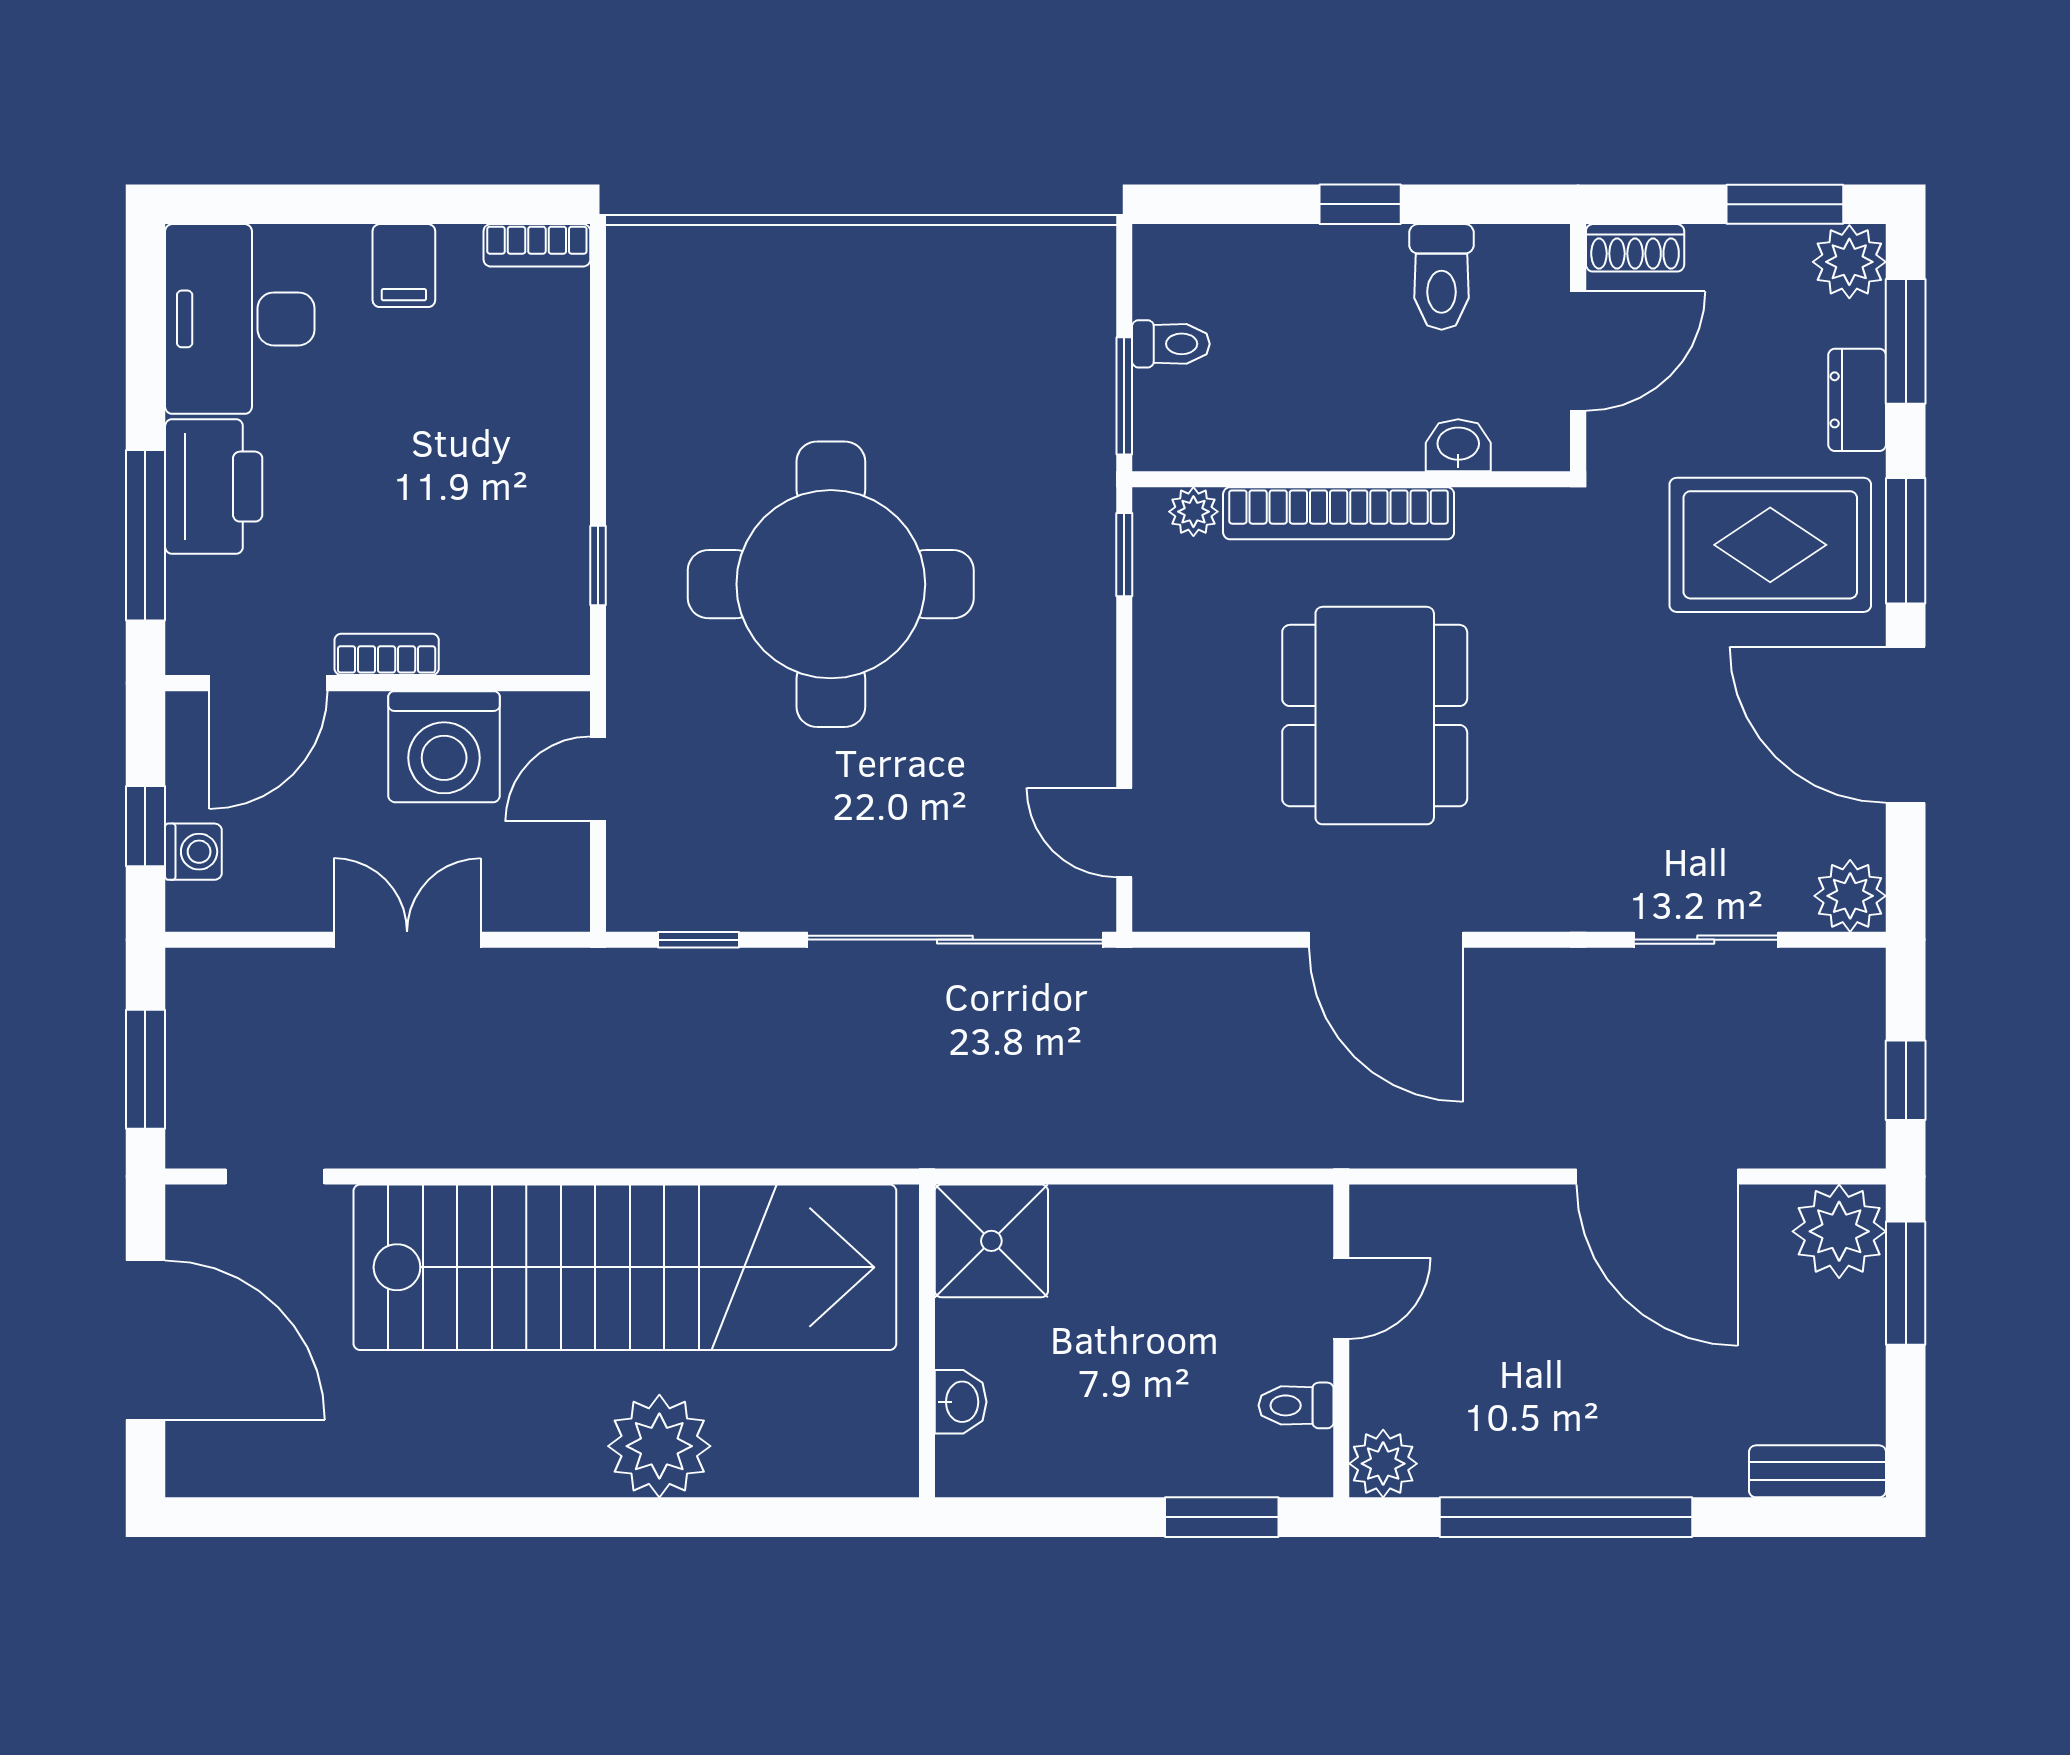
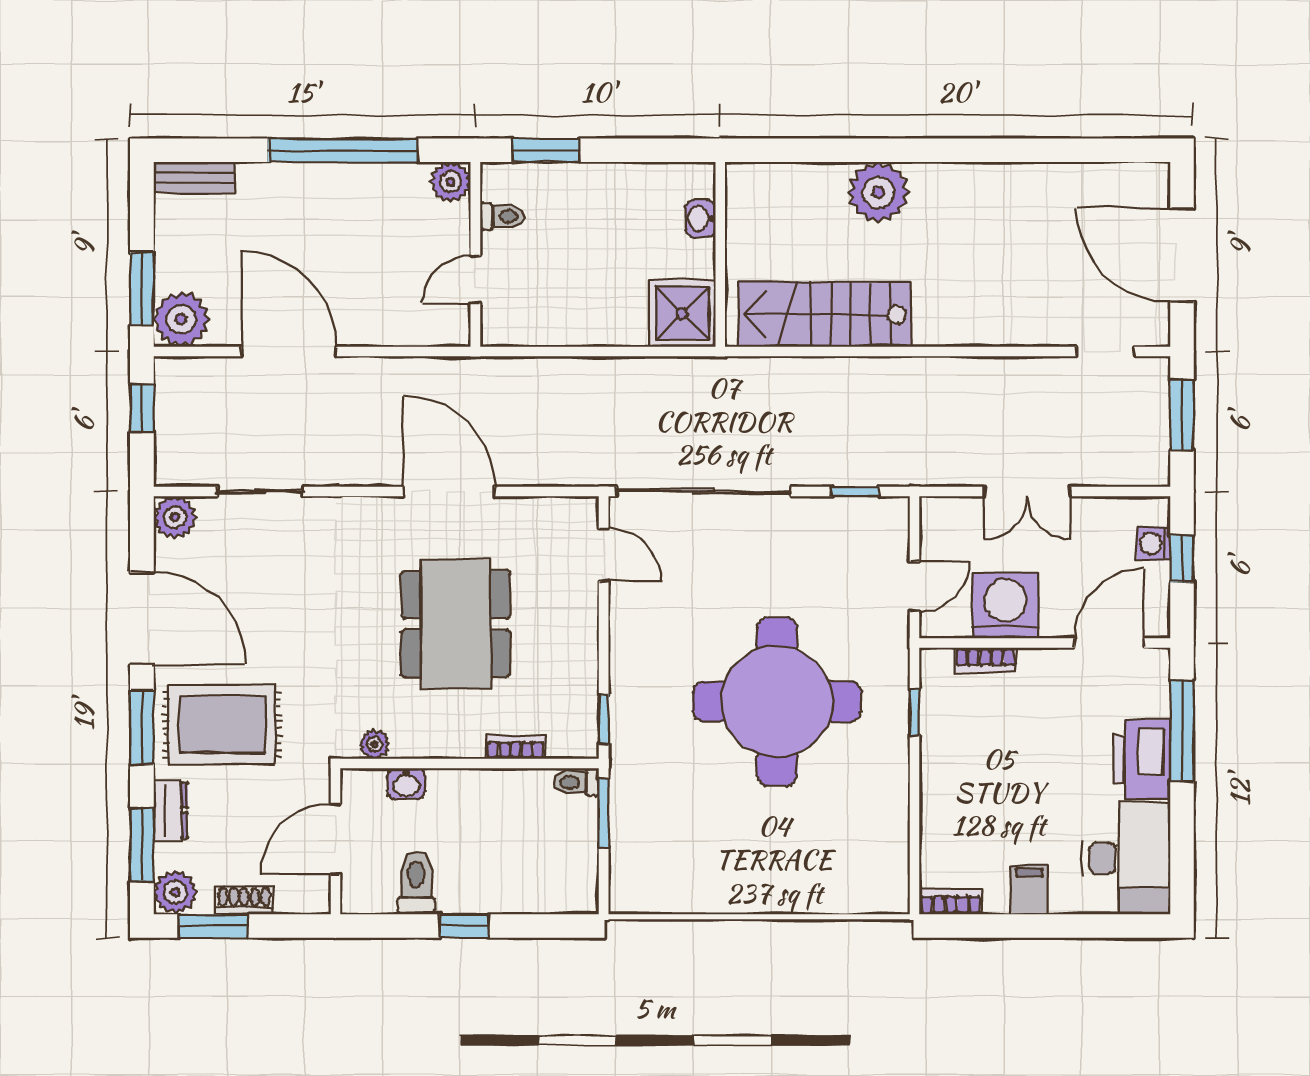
shoe rack: (1635, 248) -> (244, 900), moved
toilet: (1171, 344) -> (576, 782), moved
plant: (1193, 512) -> (375, 744), moved
bookcase: (1339, 513) -> (516, 747), width x0.43, depth x0.76
bookcase: (387, 654) -> (985, 660), moved
stairs: (625, 1267) -> (825, 314), width x0.54, depth x0.66

